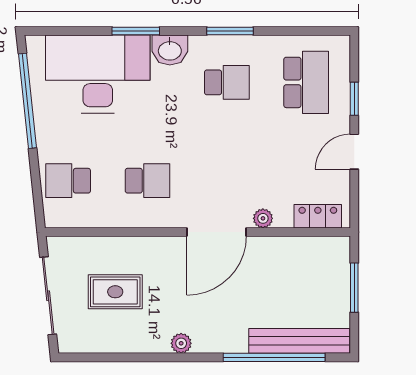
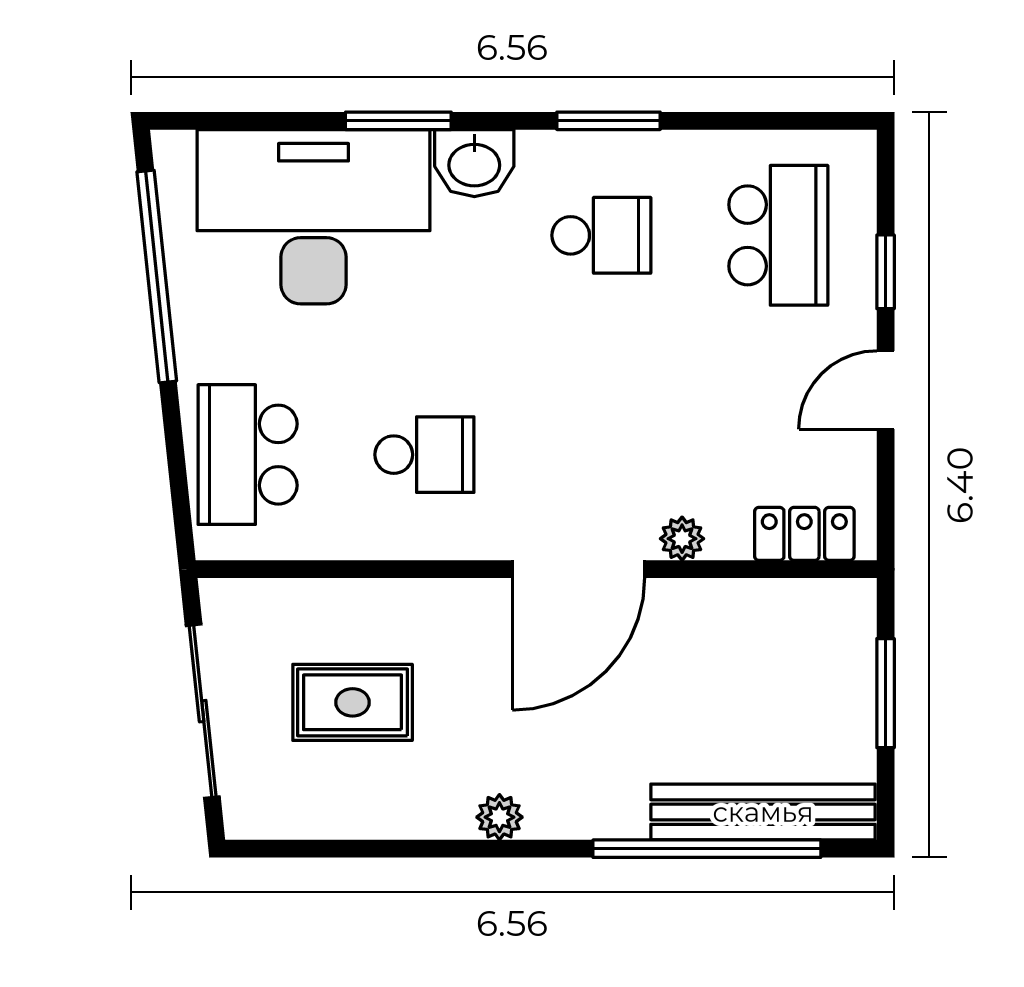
school desk: (68, 181) -> (248, 455), width x1.85

